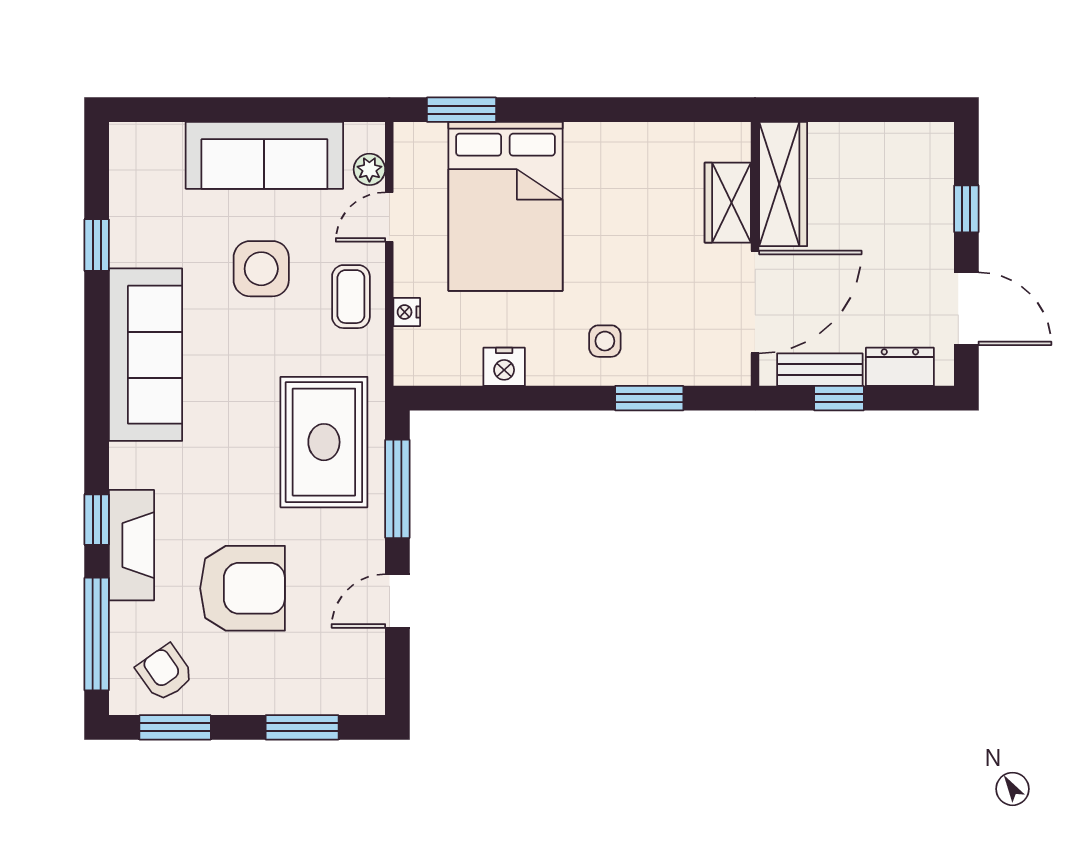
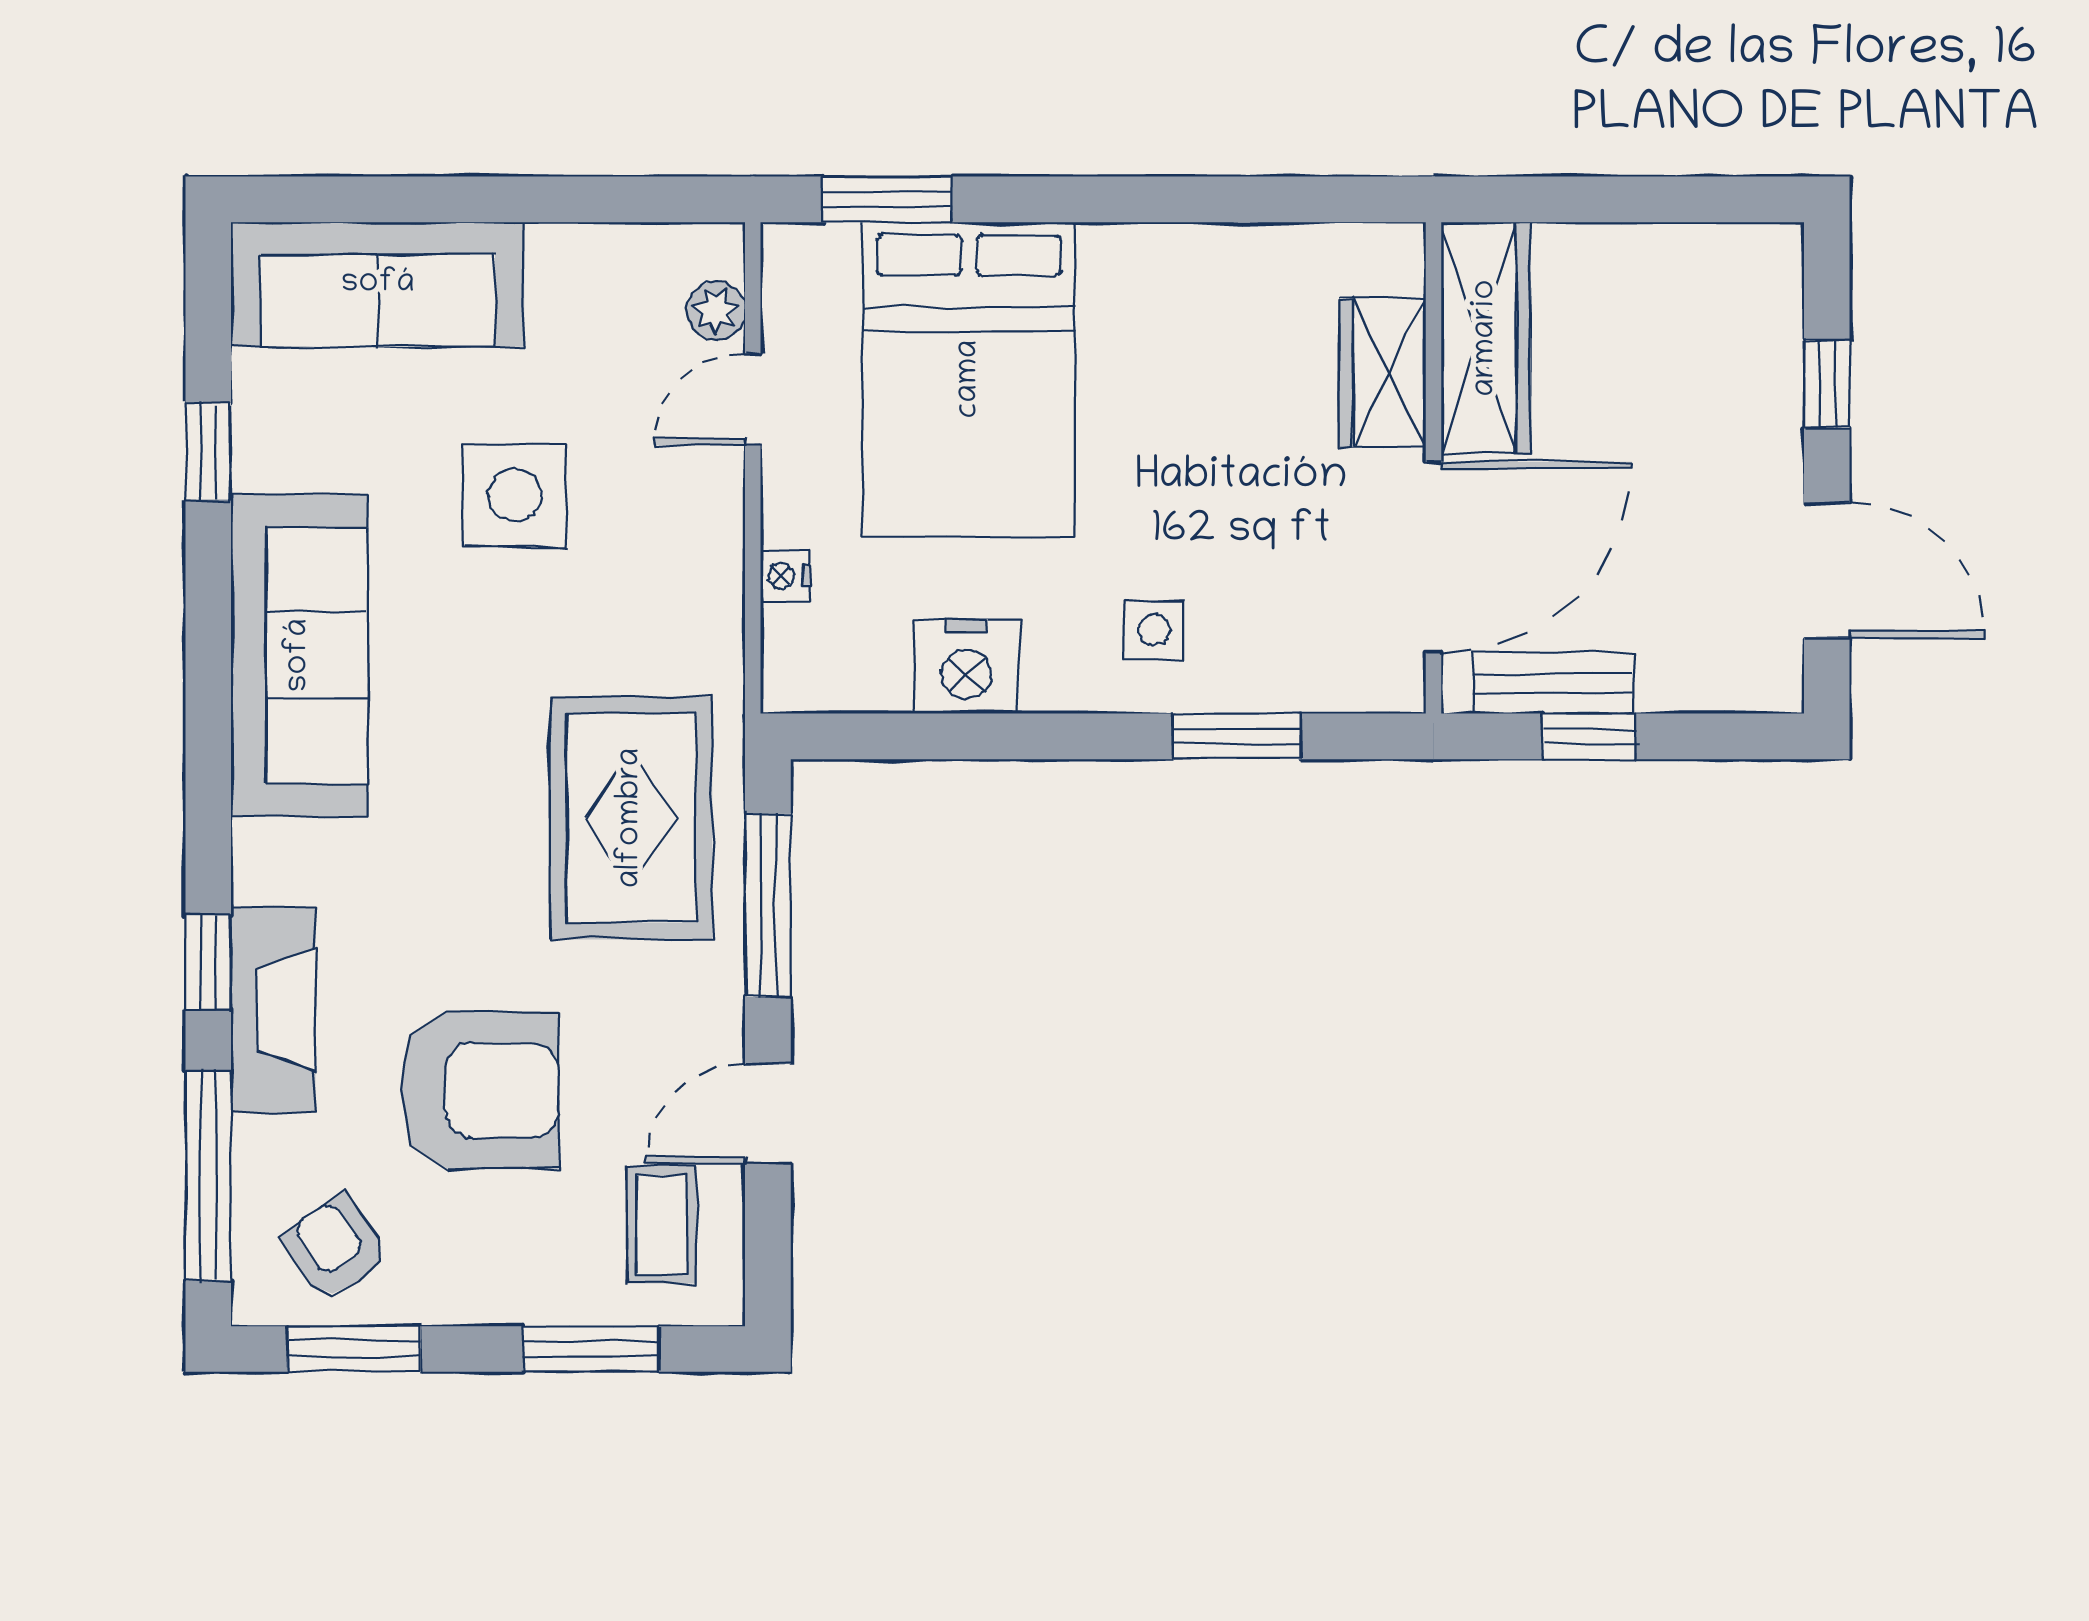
sofa: (264, 155) -> (378, 284), moved
coffee table: (351, 297) -> (662, 1225), moved
nightstand: (504, 367) -> (966, 666), width x1.36, depth x1.33
dresser: (900, 367) -> (1703, 678), removed

